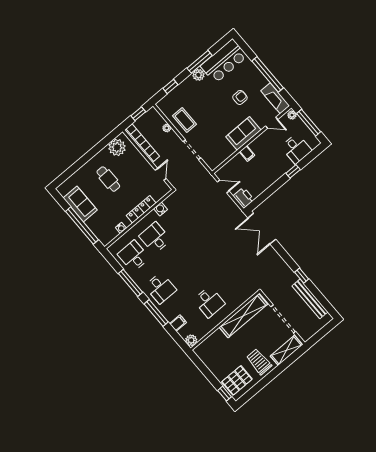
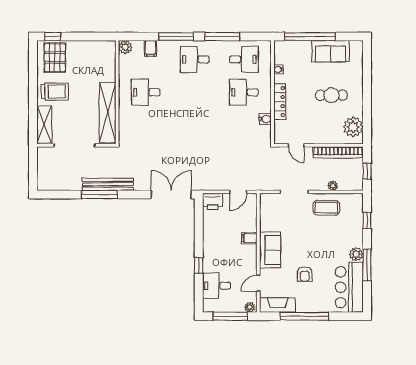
desk: (155, 238) -> (244, 92), turned 180
window: (302, 276) -> (99, 195), width x2.17
bench: (310, 299) -> (108, 184), moved

